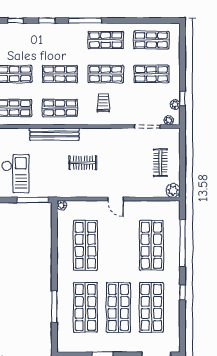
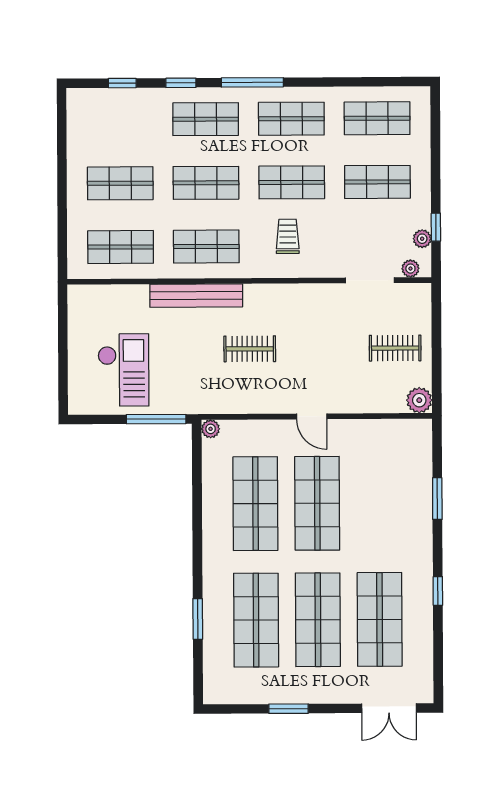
shop shelf: (60, 40) -> (206, 119), added
clothes rail: (160, 163) -> (395, 348), turned 90
window: (182, 243) -> (437, 499), width x0.47
shop shelf: (151, 245) -> (317, 503), moved
window: (54, 307) -> (198, 619), width x0.69

